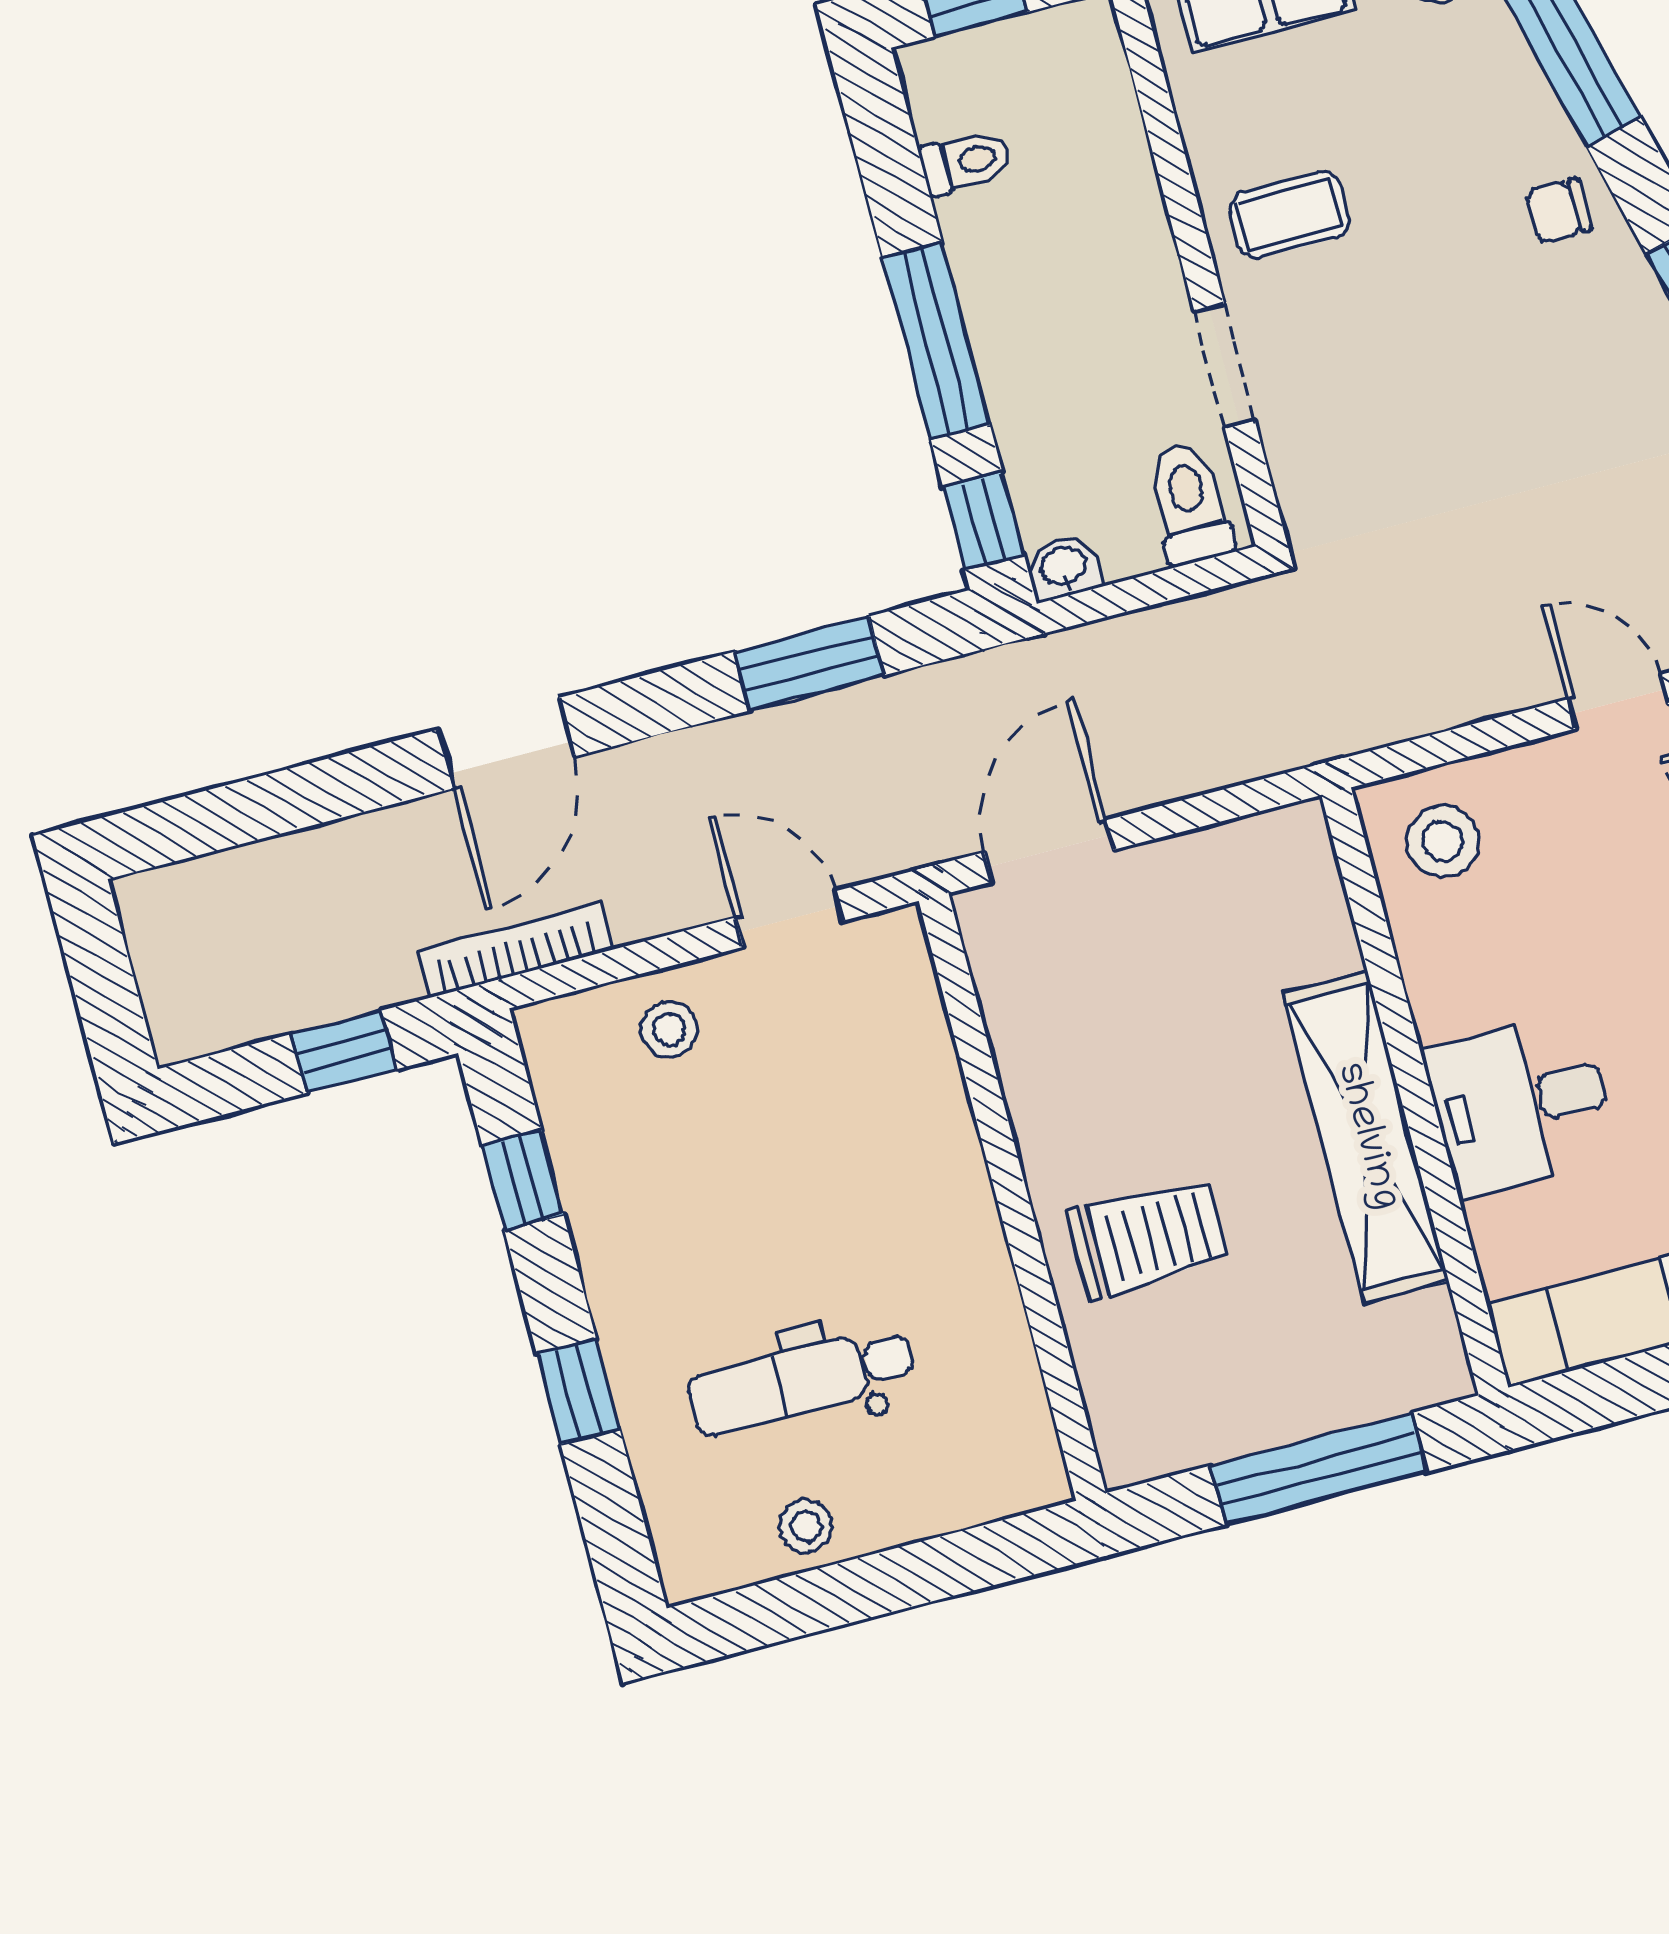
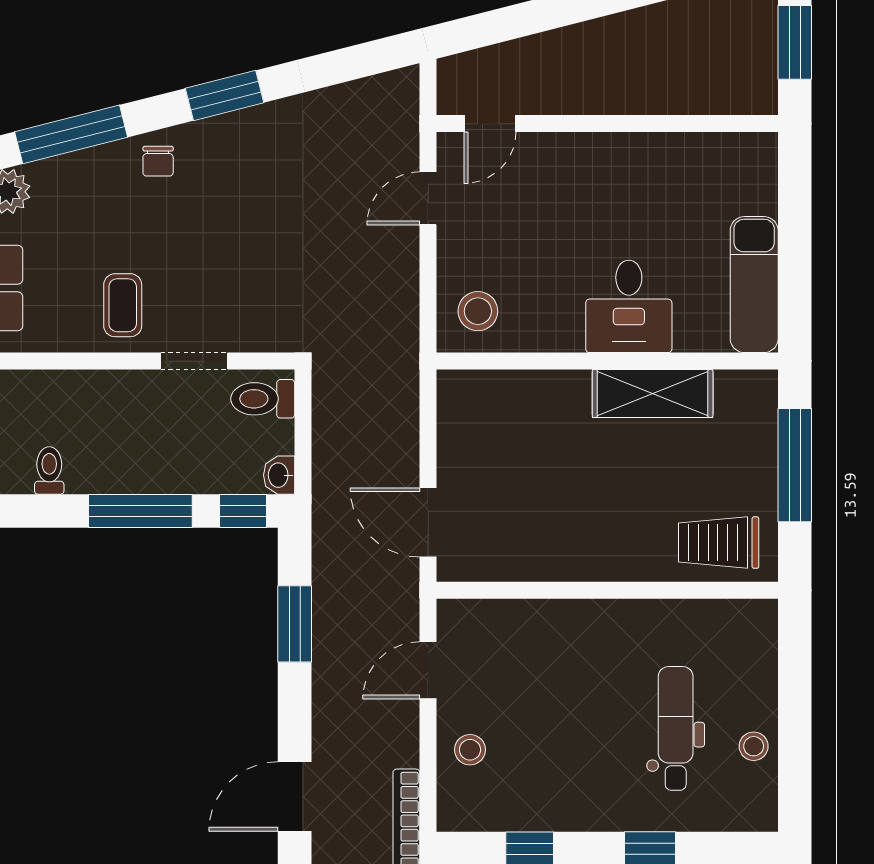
door: (506, 743) -> (295, 796), swing flipped
shelving: (1366, 1137) -> (653, 393), width x0.68
trolley: (1148, 1238) -> (719, 543), moved, turned -90
dental chair: (801, 1381) -> (676, 728), turned 180

